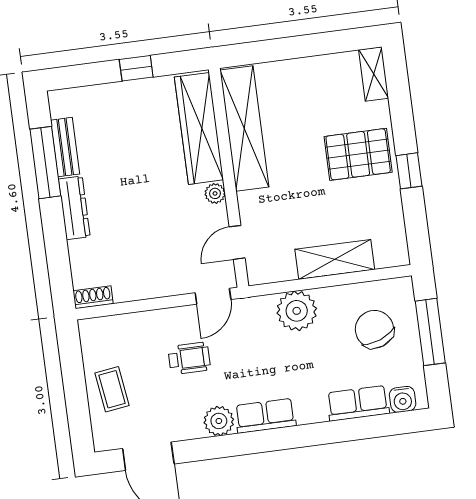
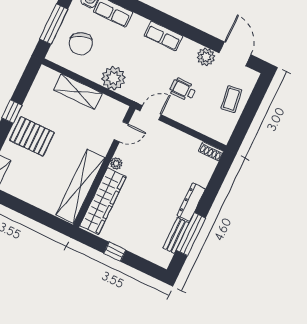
plant: (219, 421) -> (206, 57), moved

